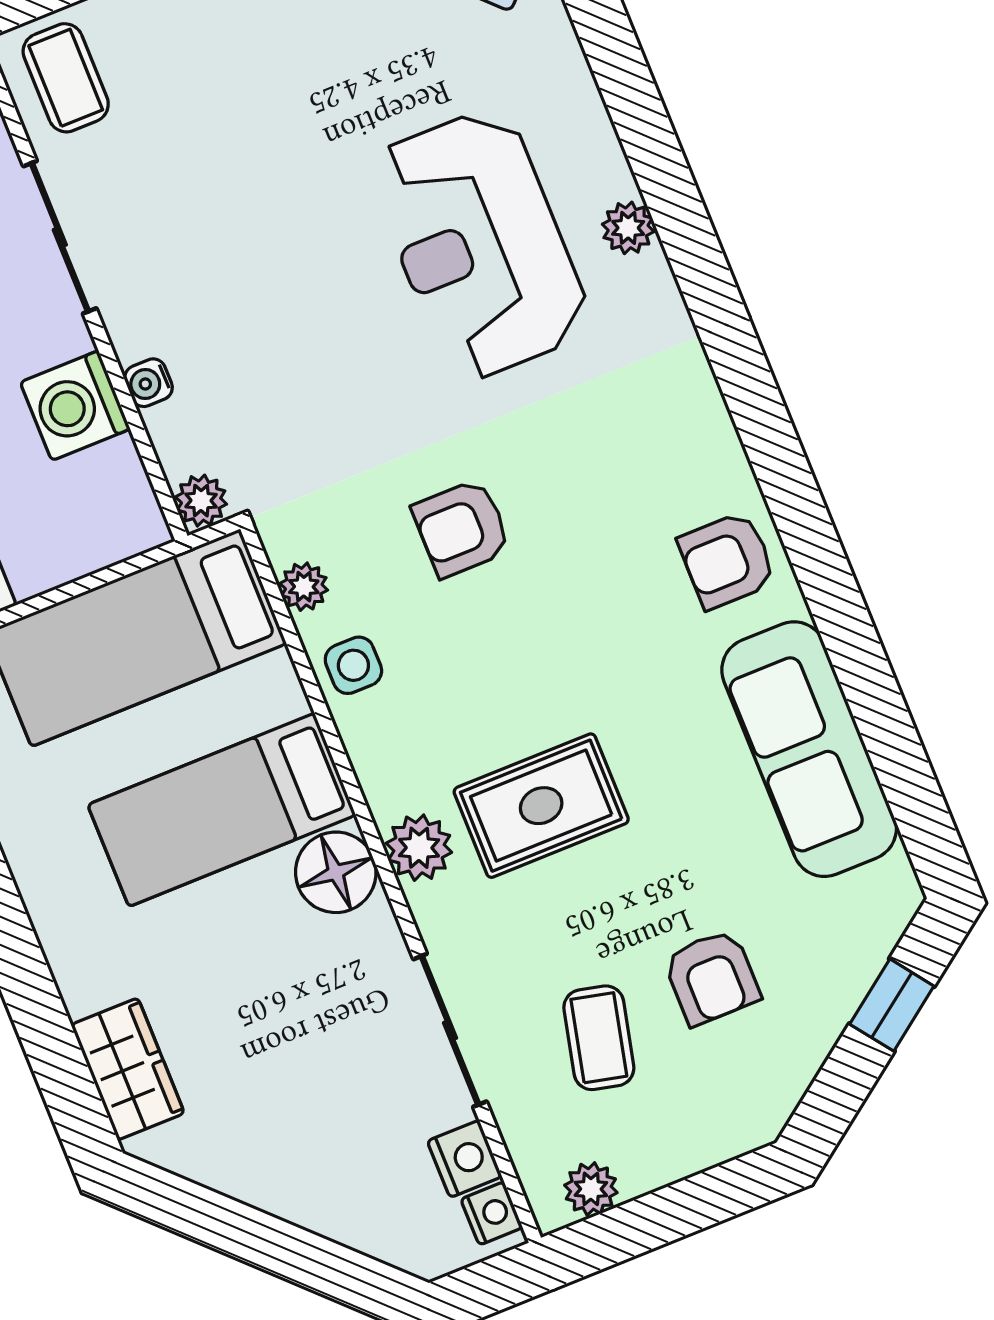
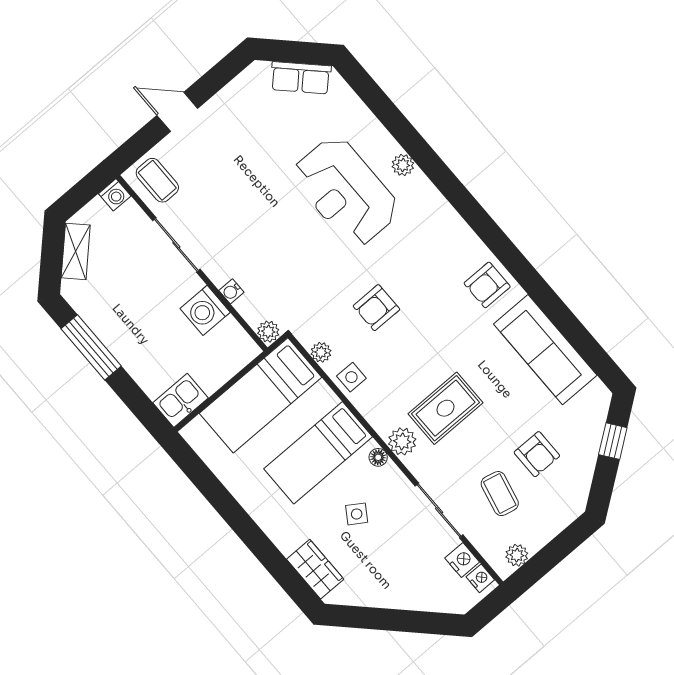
floor lamp: (336, 872) -> (378, 457), width x0.53, depth x0.53
side table: (262, 976) -> (357, 514), added

